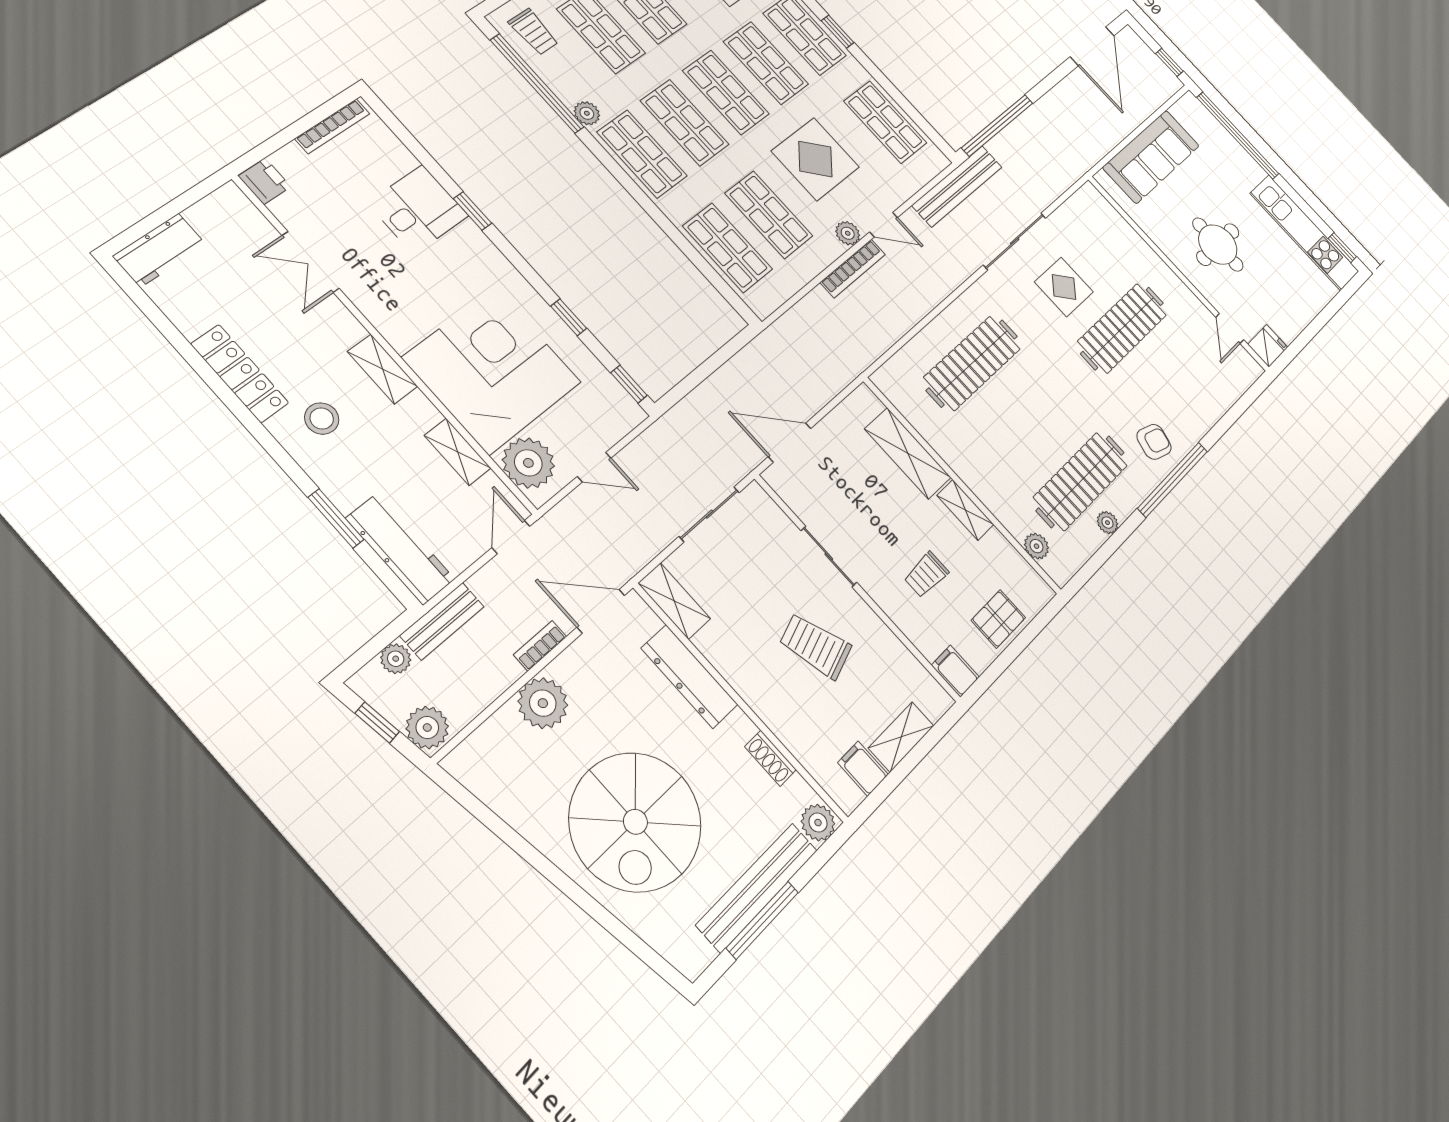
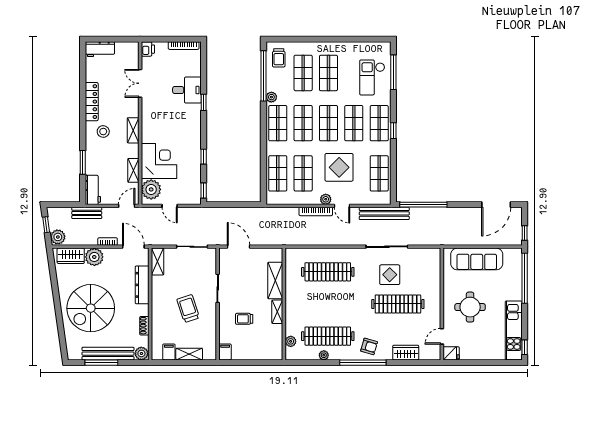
corner desk: (492, 370) -> (159, 161), width x0.74, depth x0.74
wardrobe: (1211, 403) -> (406, 353), added
workbench: (400, 549) -> (93, 190), width x0.73
pallet: (998, 619) -> (255, 350), removed
plant: (396, 659) -> (66, 212), removed
wardrobe: (492, 745) -> (71, 256), added

